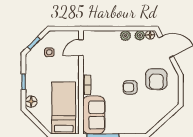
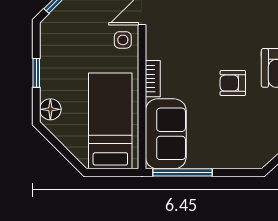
side table: (49, 52) -> (123, 40), moved

